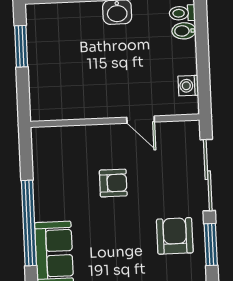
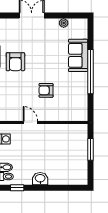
window: (21, 46) -> (90, 149), moved

